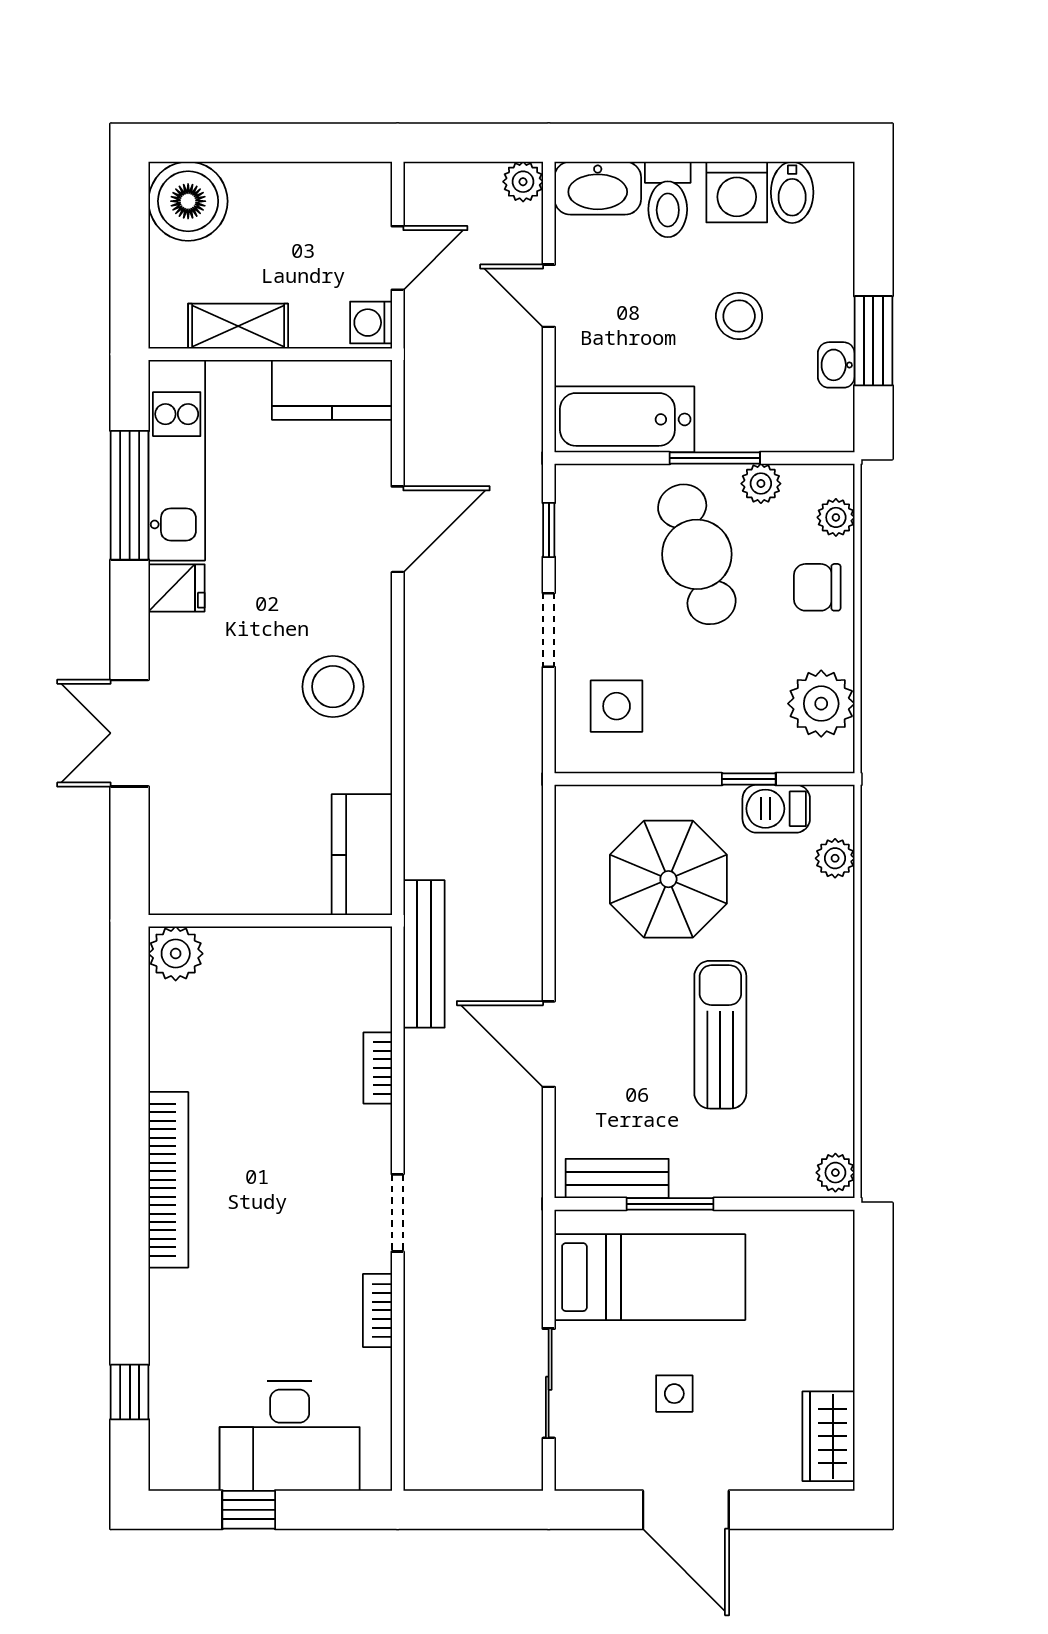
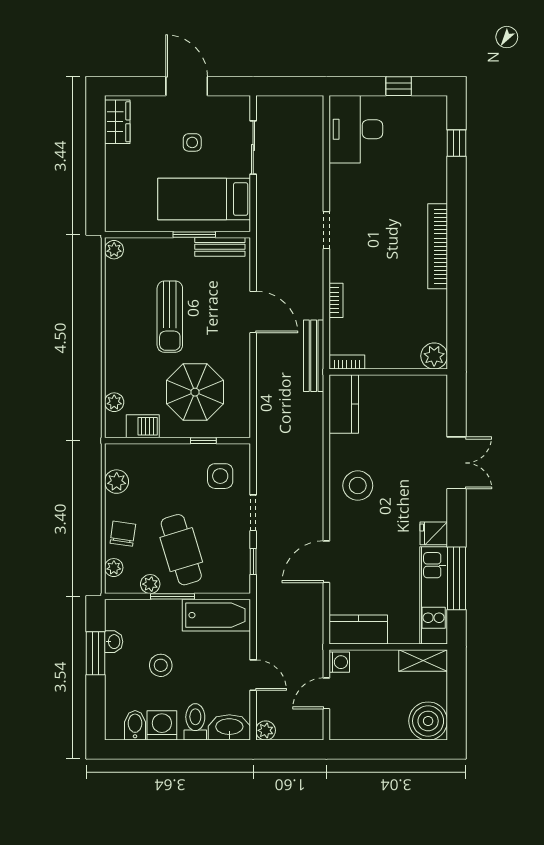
shelving: (238, 326) -> (423, 660), moved
chair: (817, 587) -> (123, 534), turned -82
plant: (821, 704) -> (117, 482), width x0.73, depth x0.73
window: (749, 779) -> (203, 441), moved
bookcase: (377, 1310) -> (347, 362), moved, turned -90
desk: (290, 1436) -> (356, 129), moved, turned -90

